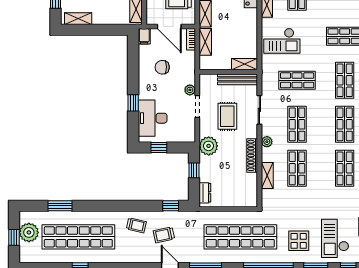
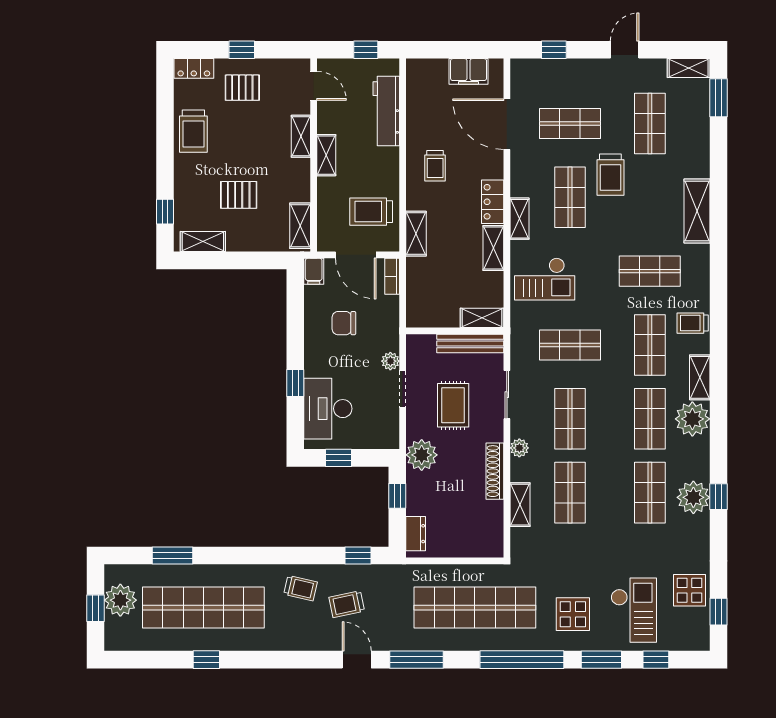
shelving: (205, 42) -> (493, 248), moved
checkout: (335, 238) -> (634, 610), turned 180

